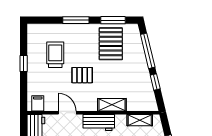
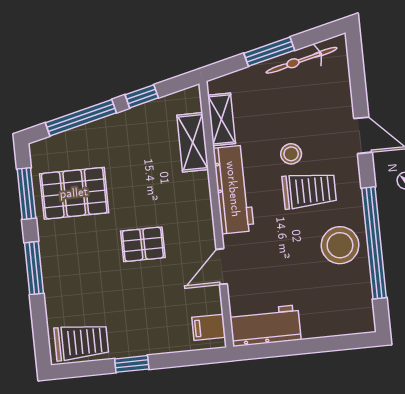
trolley: (55, 55) -> (81, 342), moved, turned 180
pallet: (82, 75) -> (143, 244), turned 90
shelving: (112, 105) -> (193, 142), moved
workbench: (99, 123) -> (233, 189), width x1.38

